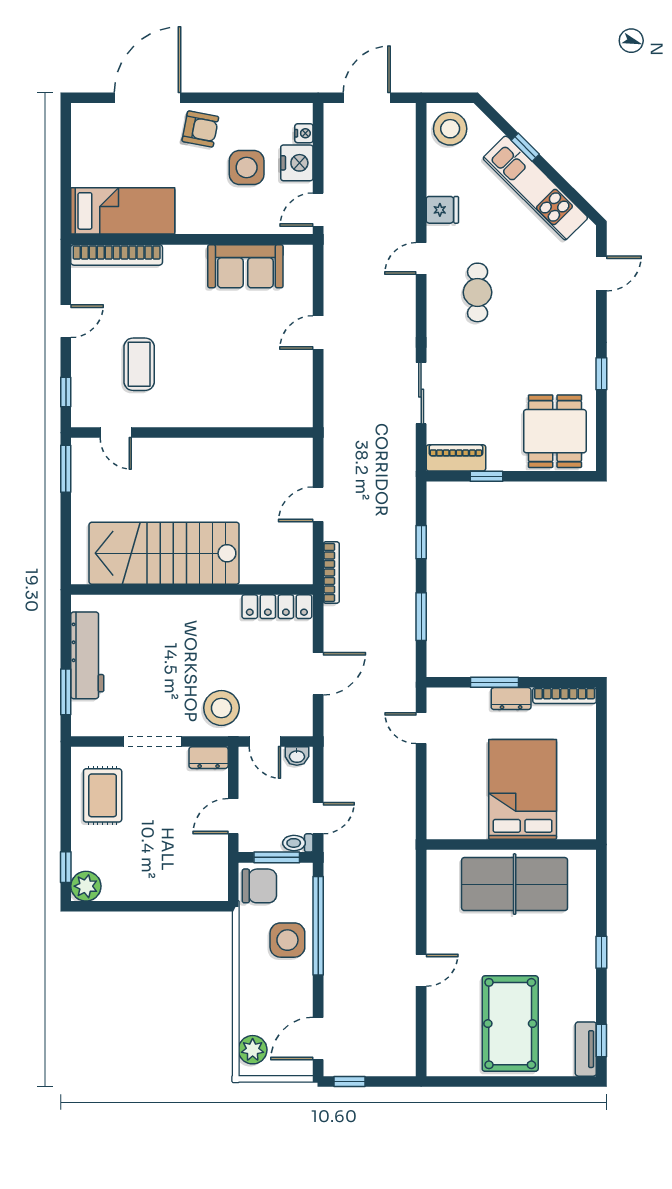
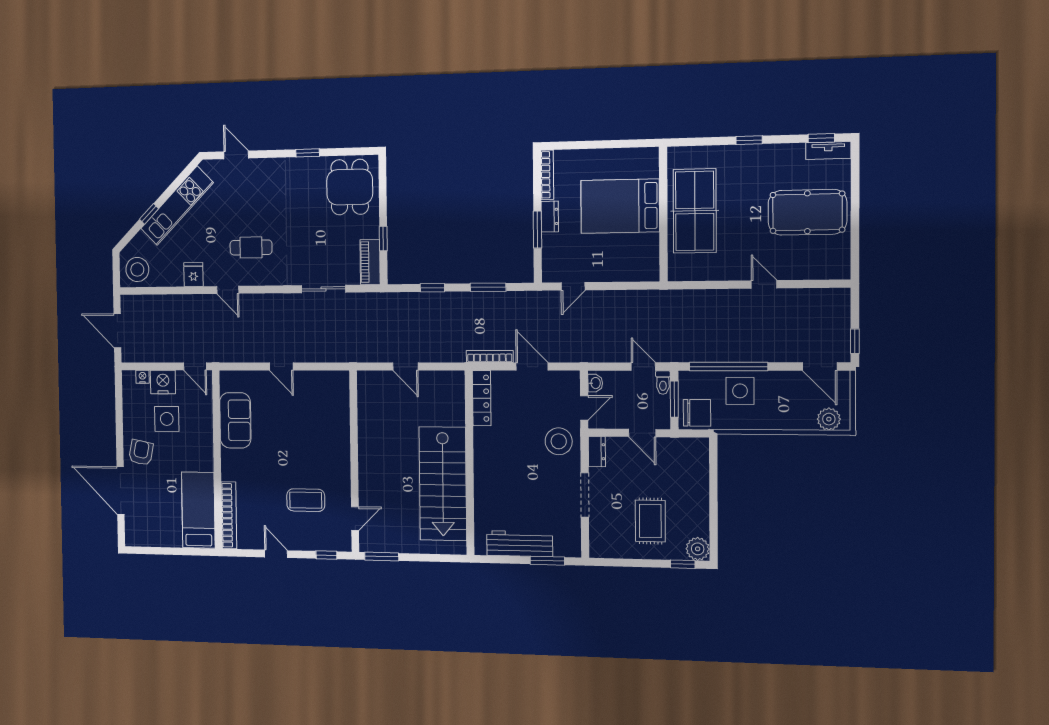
dining table: (555, 431) -> (350, 187), turned 90
bookcase: (331, 572) -> (490, 356), moved
rug: (103, 795) -> (650, 521), moved, turned 90
chair: (259, 886) -> (697, 413), turned 90

